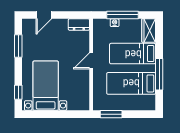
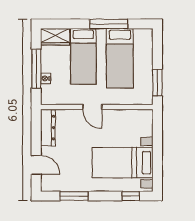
dresser: (79, 24) -> (48, 128), width x1.44

